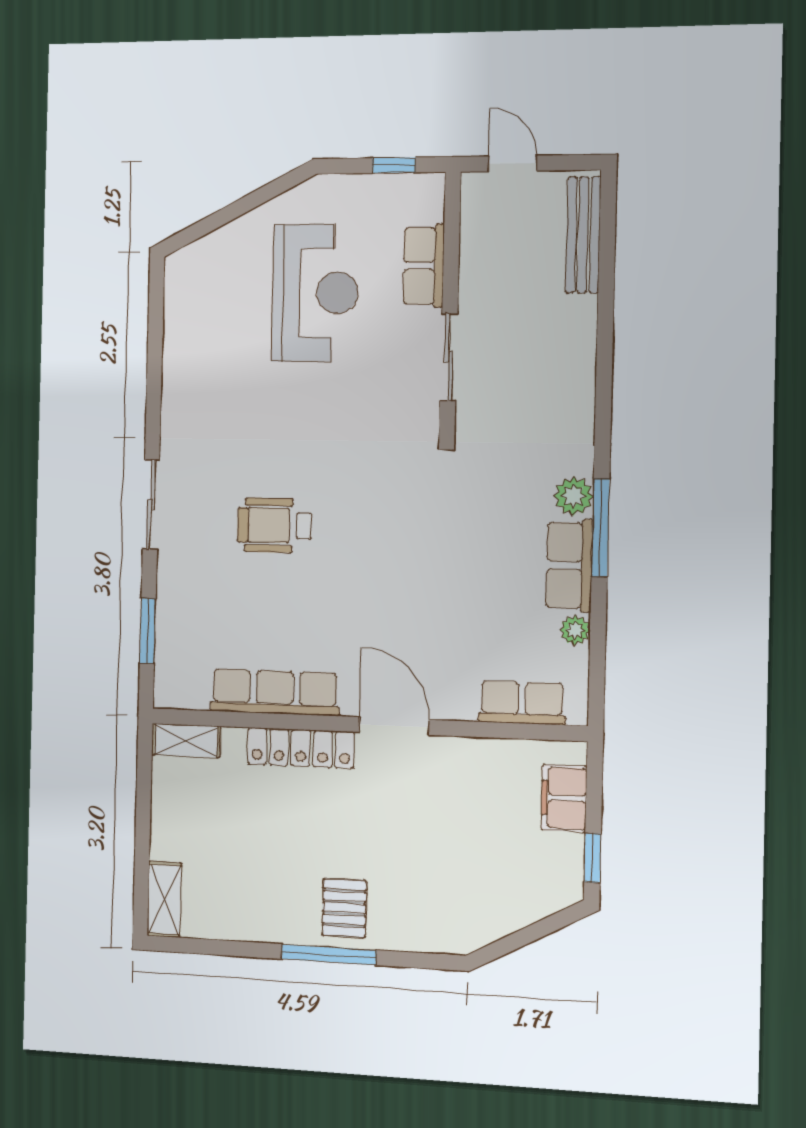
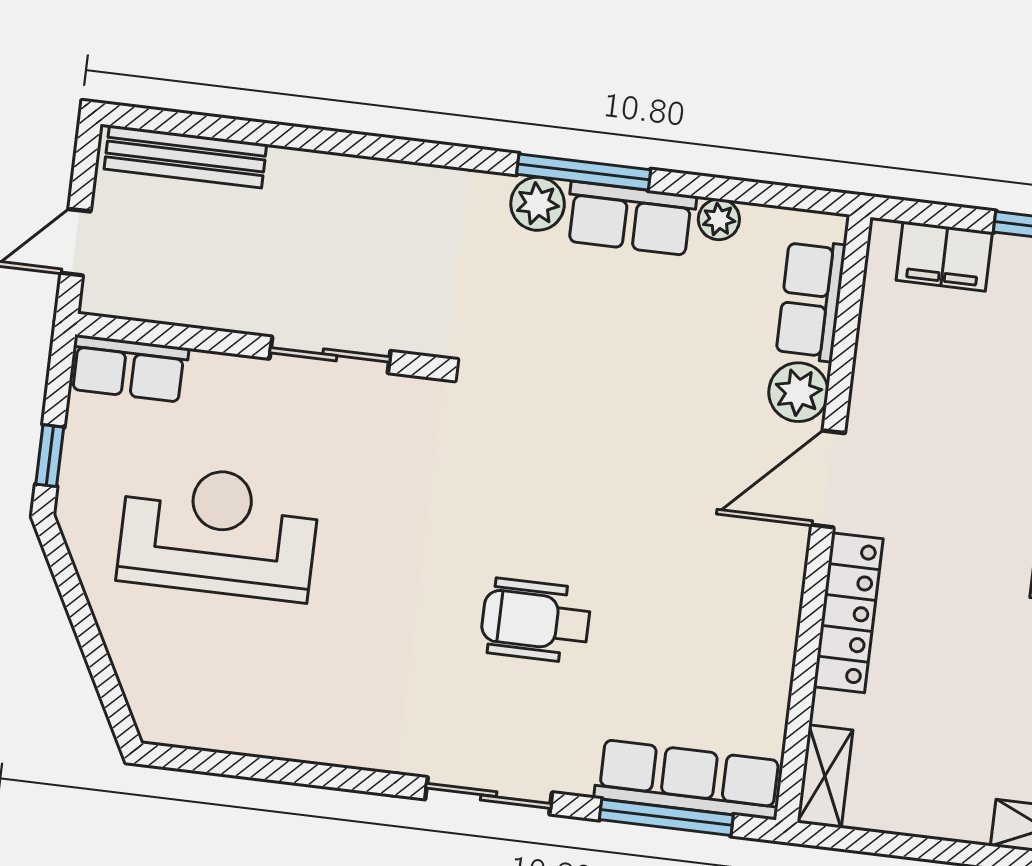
window: (394, 165) -> (50, 456), moved
row of seats: (424, 266) -> (129, 369), moved
wheelchair: (275, 525) -> (536, 621), turned 90
window: (148, 631) -> (666, 817), width x1.44
row of seats: (275, 692) -> (689, 780), moved, turned 90
plant: (454, 699) -> (798, 392), added

